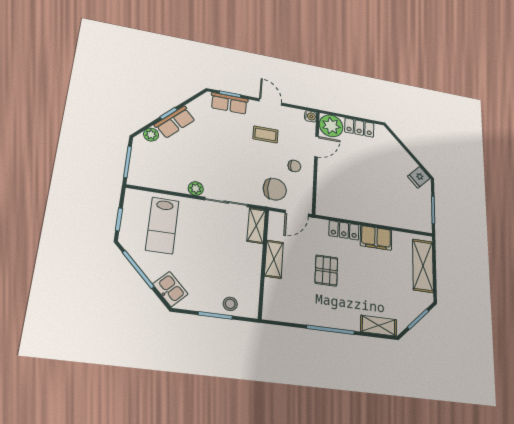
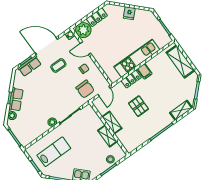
door: (271, 102) -> (46, 46), width x1.87
door: (316, 146) -> (86, 48), swing flipped
fridge: (419, 177) -> (129, 13), moved
chair: (275, 189) -> (85, 89), turned 90
kitchen unit: (371, 213) -> (137, 58), added
lab bench: (162, 225) -> (54, 152), turned -90
shelving: (256, 226) -> (107, 136), moved
filing cabinet: (376, 238) -> (145, 71), width x0.50

